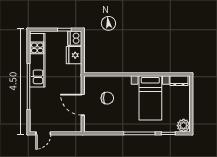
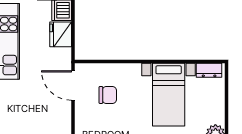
door: (83, 105) -> (73, 85), moved

